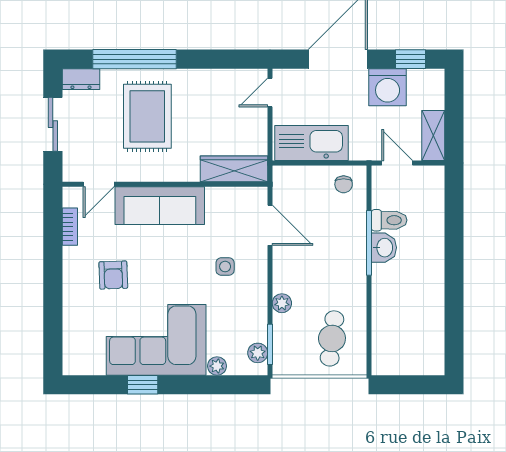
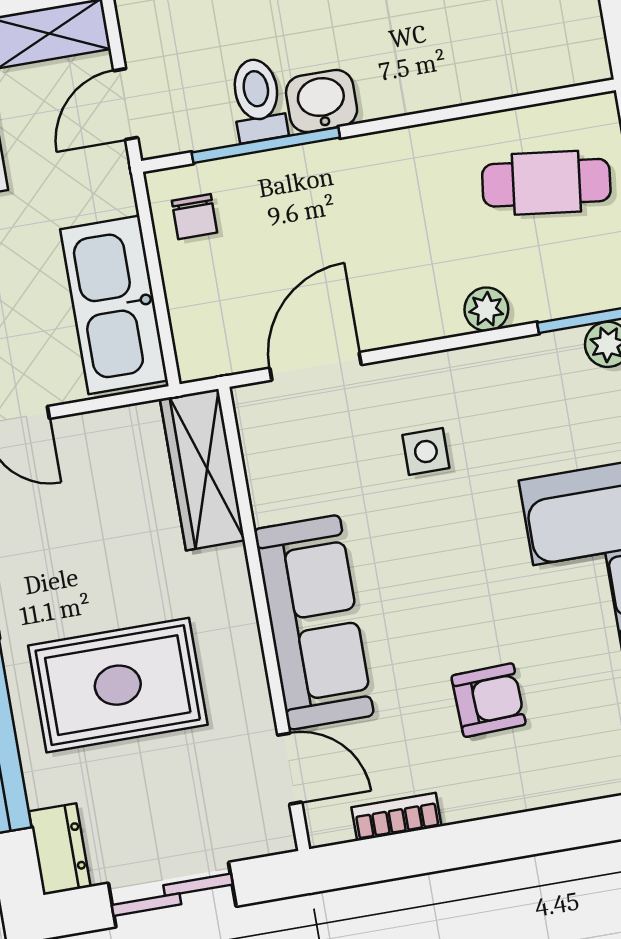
chair: (344, 184) -> (194, 217), turned 90
window: (369, 243) -> (266, 145), moved

